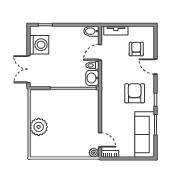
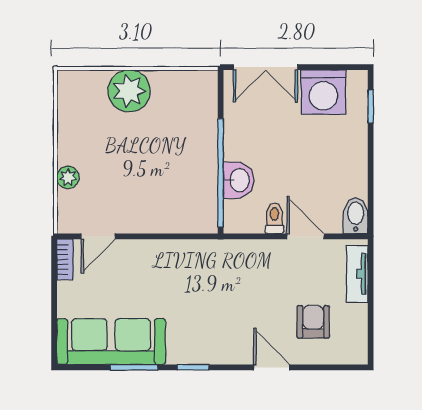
armchair: (136, 49) -> (313, 322), turned -90
door: (155, 67) -> (272, 367), hinge flipped
double door: (29, 69) -> (265, 67), swing flipped
washbasin: (92, 78) -> (239, 180), moved, turned 90
armchair: (135, 93) -> (209, 318), removed
plant: (94, 153) -> (68, 177), moved

